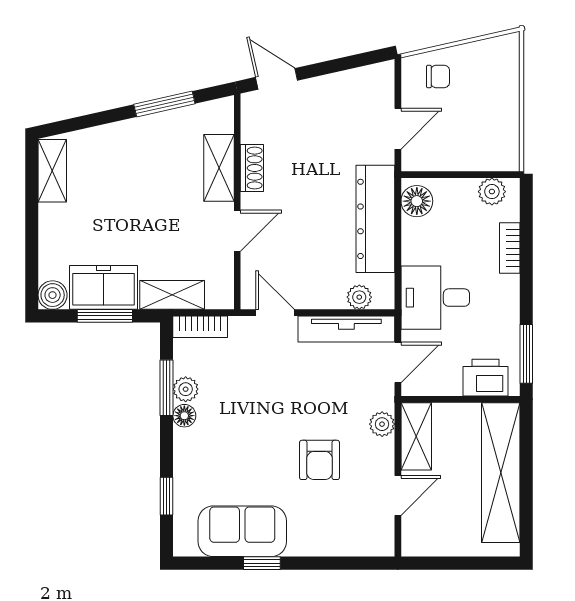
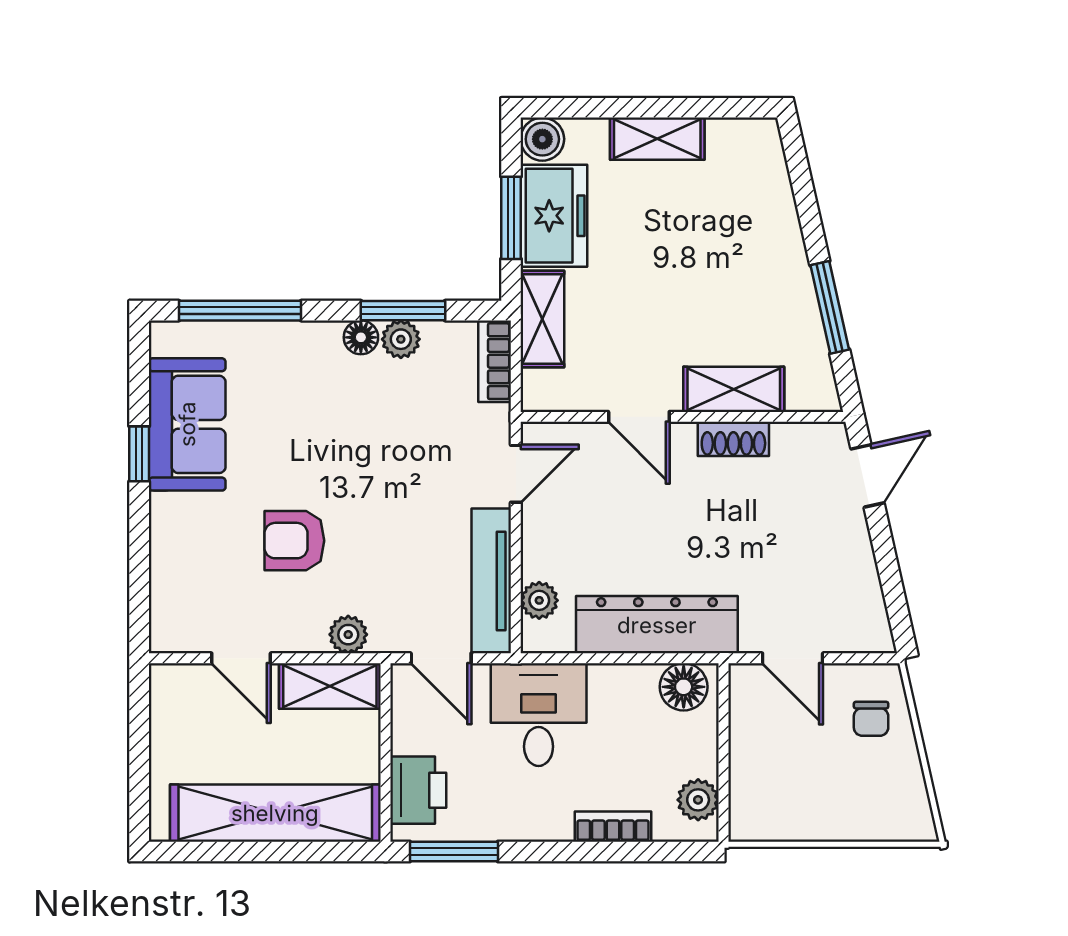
shelving: (52, 171) -> (657, 139), moved
window: (167, 496) -> (240, 311), width x2.17

